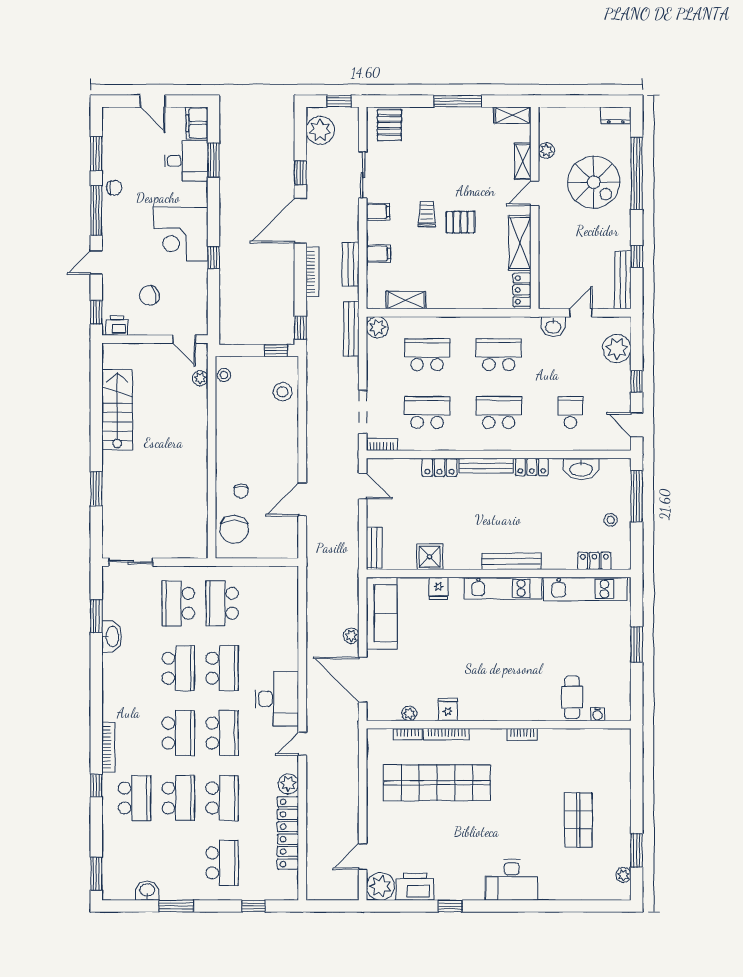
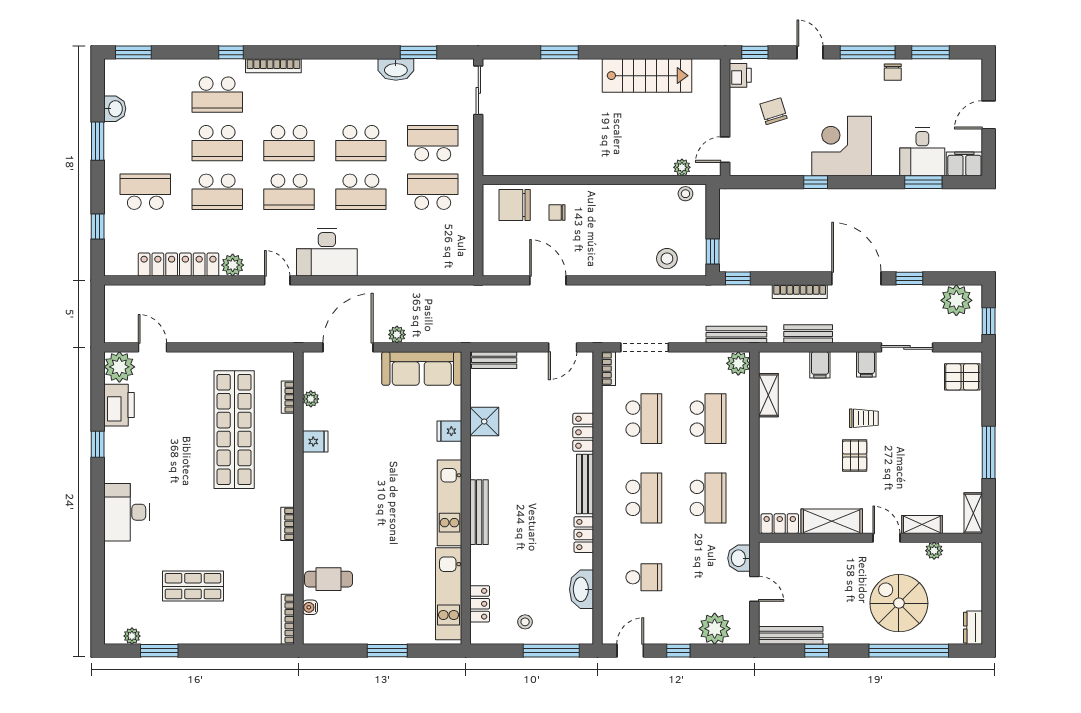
spiral stairs: (594, 182) -> (899, 603), turned 90
bookcase: (447, 734) -> (288, 619), moved
school desk: (222, 863) -> (145, 192), turned 180

